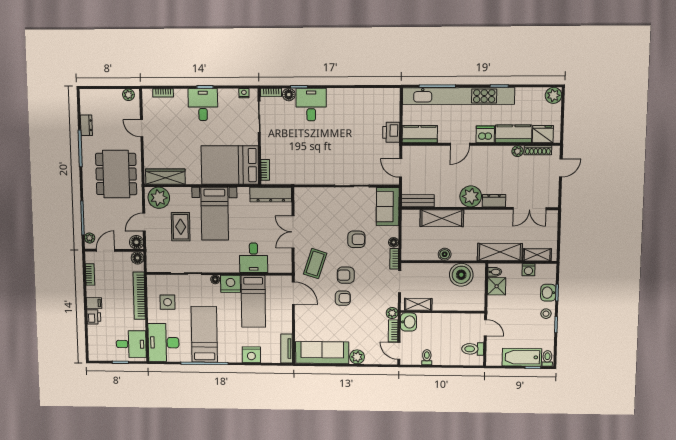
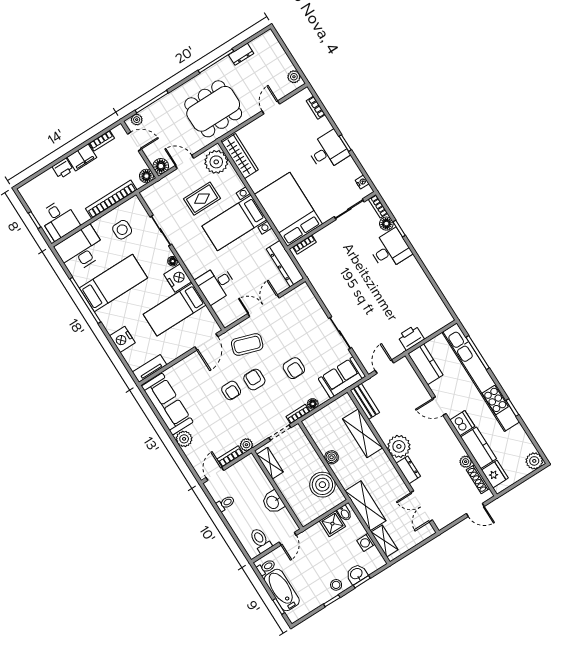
filing cabinet: (94, 303) -> (82, 157), width x2.00
washbasin: (408, 322) -> (273, 502), moved, turned 90
toilet: (547, 358) -> (266, 567), moved

